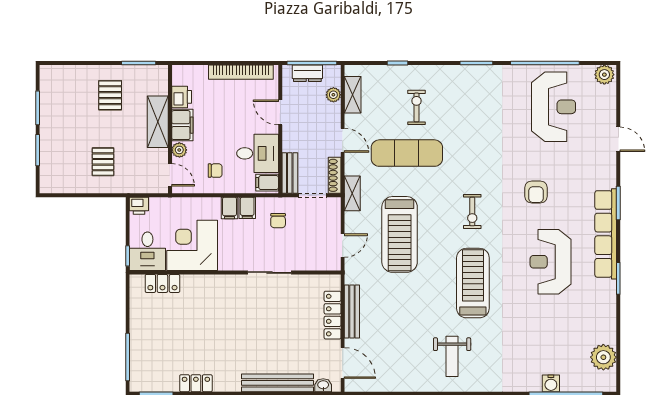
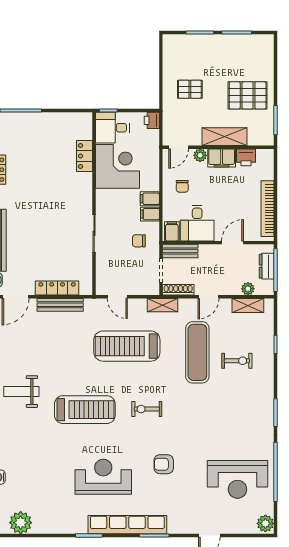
pallet: (110, 95) -> (248, 95), width x1.50, depth x1.42
locker: (162, 283) -> (84, 156), moved

